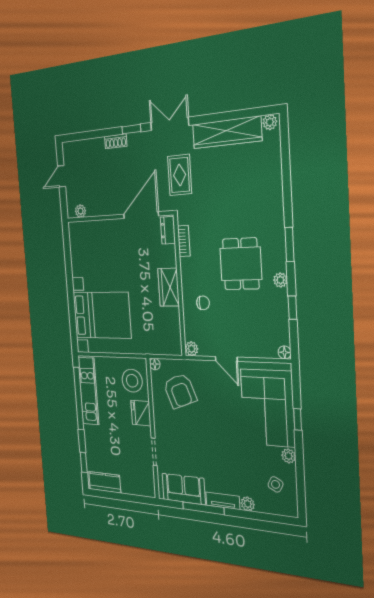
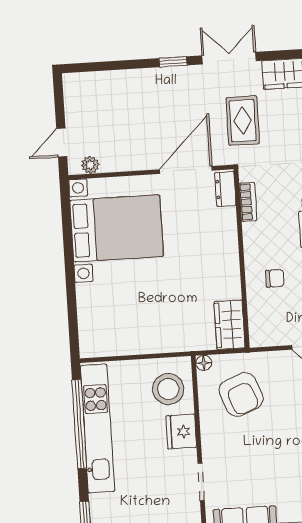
shoe rack: (116, 141) -> (149, 76), removed
door: (62, 176) -> (62, 143), moved
wardrobe: (169, 287) -> (229, 325), moved
bed with nightstands: (102, 315) -> (117, 228), moved
plant: (192, 349) -> (258, 338), removed
kitchen unit: (88, 391) -> (97, 428), width x1.36

